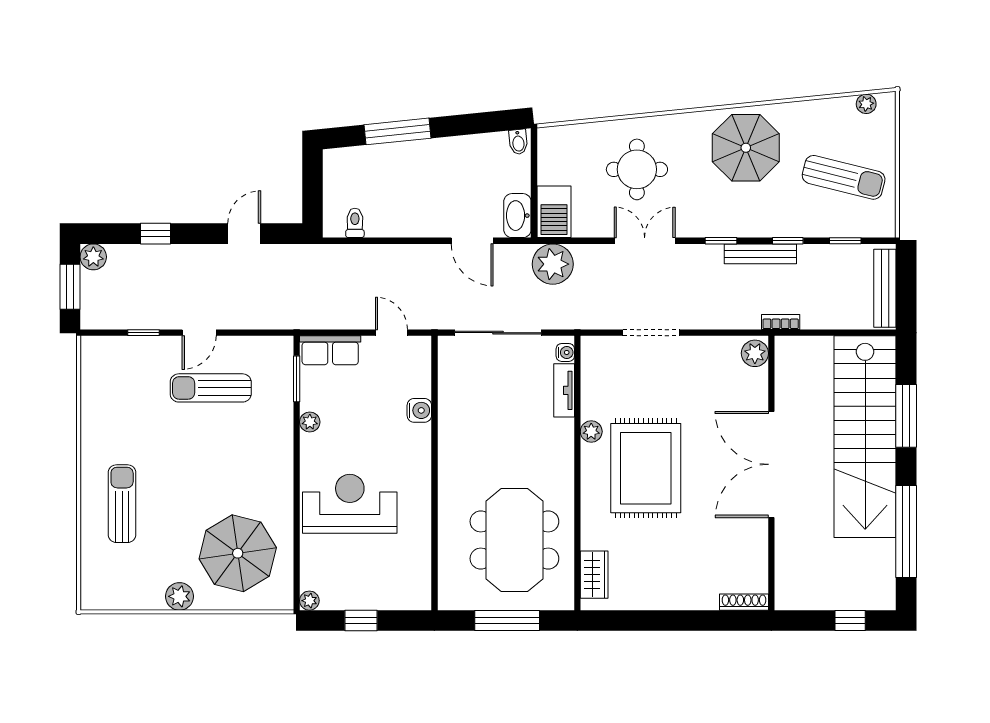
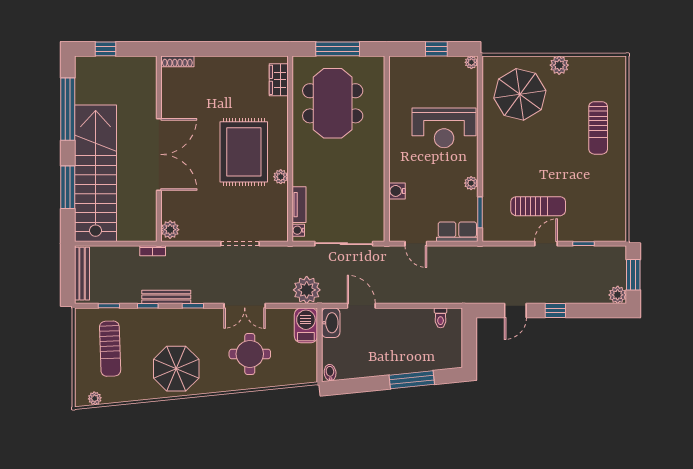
sun lounger: (844, 177) -> (110, 349), turned -106
window: (155, 234) -> (555, 311), moved

